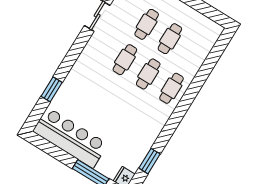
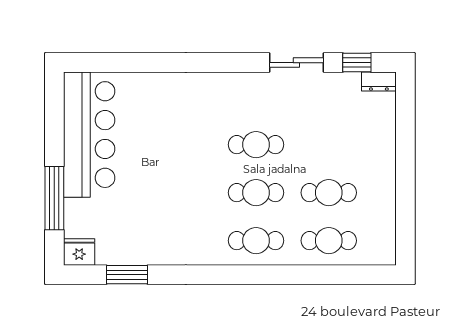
cafe table: (147, 24) -> (329, 241), moved
window: (52, 89) -> (144, 63), removed

